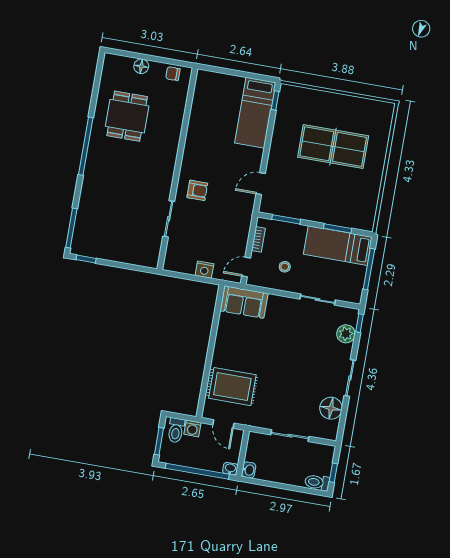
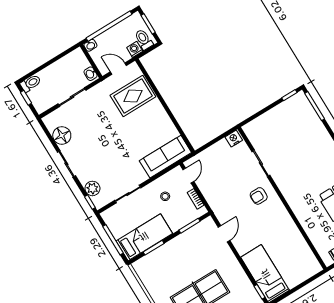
nightstand: (204, 270) -> (234, 139), moved
sofa: (244, 302) -> (165, 157), width x1.36
washbasin: (249, 470) -> (91, 74), moved

